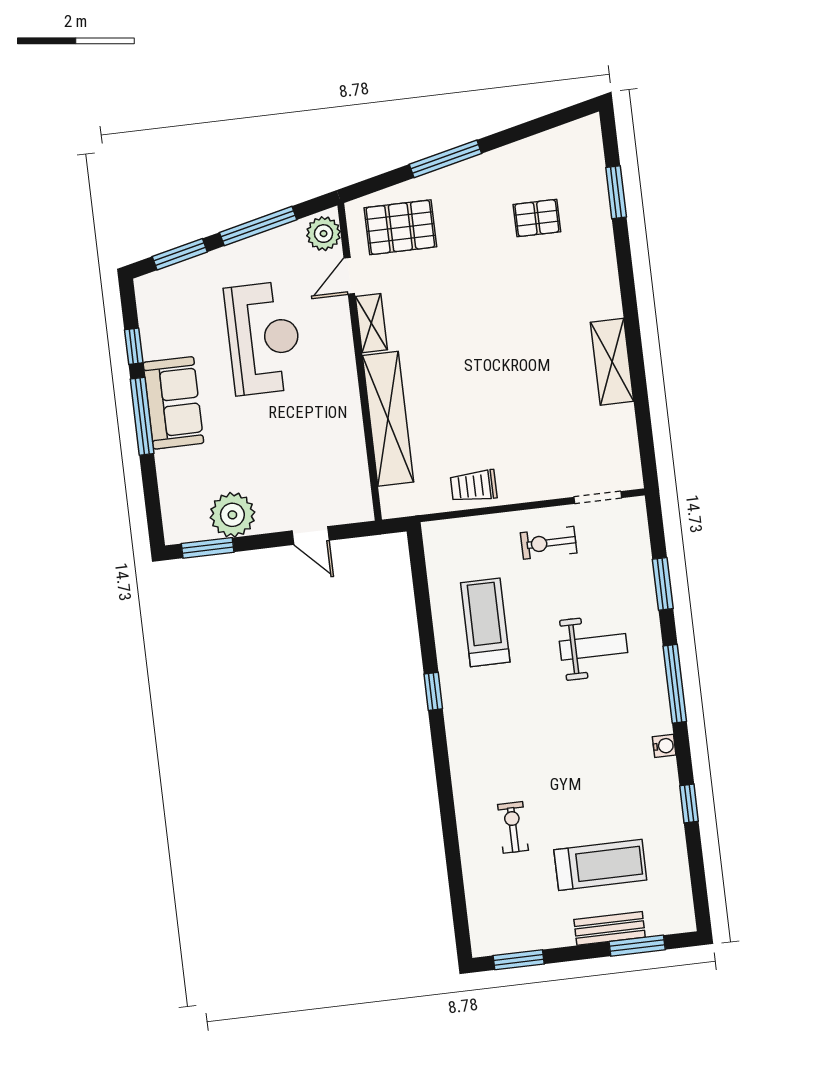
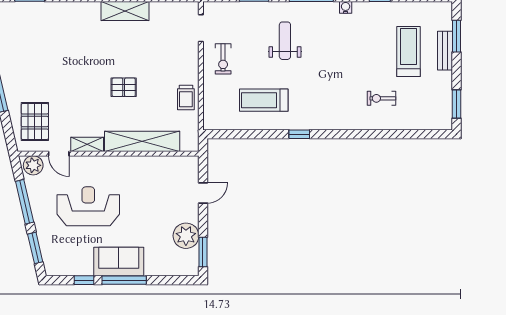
pallet: (537, 218) -> (124, 87), moved, turned 90

